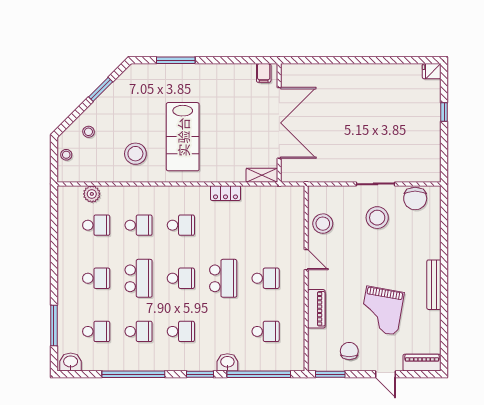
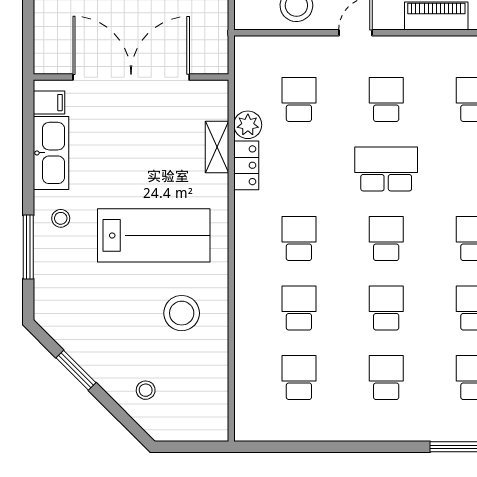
kitchen sink: (233, 74) -> (51, 153), added
stool: (66, 155) -> (61, 218), moved
shelving: (262, 175) -> (217, 147), moved
plant: (92, 194) -> (248, 125), moved
school desk: (266, 225) -> (299, 99), added
school desk: (139, 278) -> (386, 308), width x0.54

